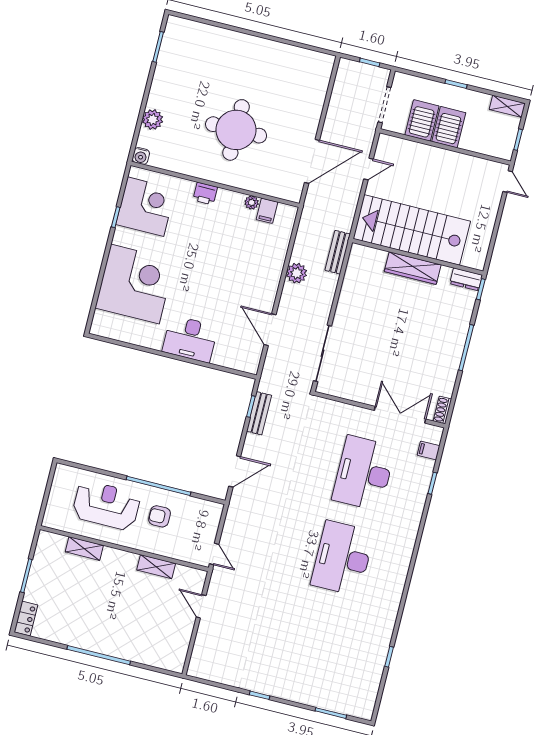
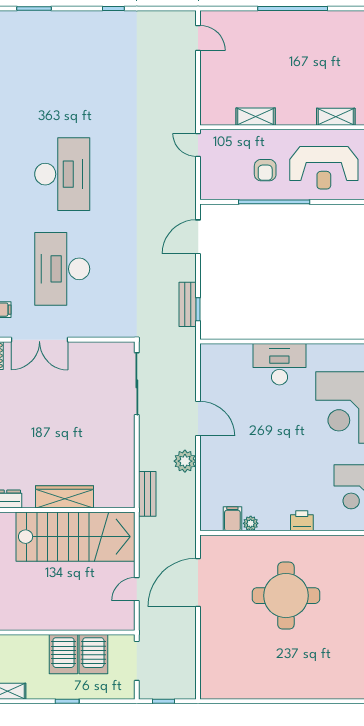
door: (270, 330) -> (198, 419), moved
desk: (364, 473) -> (62, 269), turned 180
armchair: (160, 516) -> (265, 170), turned 90
door: (201, 606) -> (198, 38), moved

